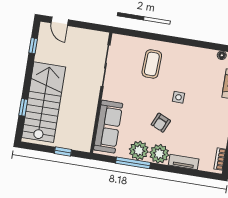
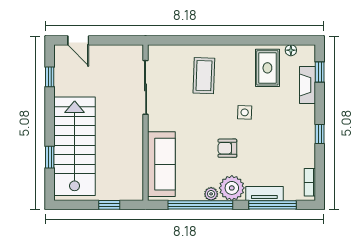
rug: (202, 66) -> (267, 68), added
armchair: (161, 123) -> (227, 148), turned 66
plant: (139, 150) -> (211, 194), width x0.53, depth x0.53
window: (133, 163) -> (200, 205), width x1.46
window: (188, 172) -> (272, 205), added

